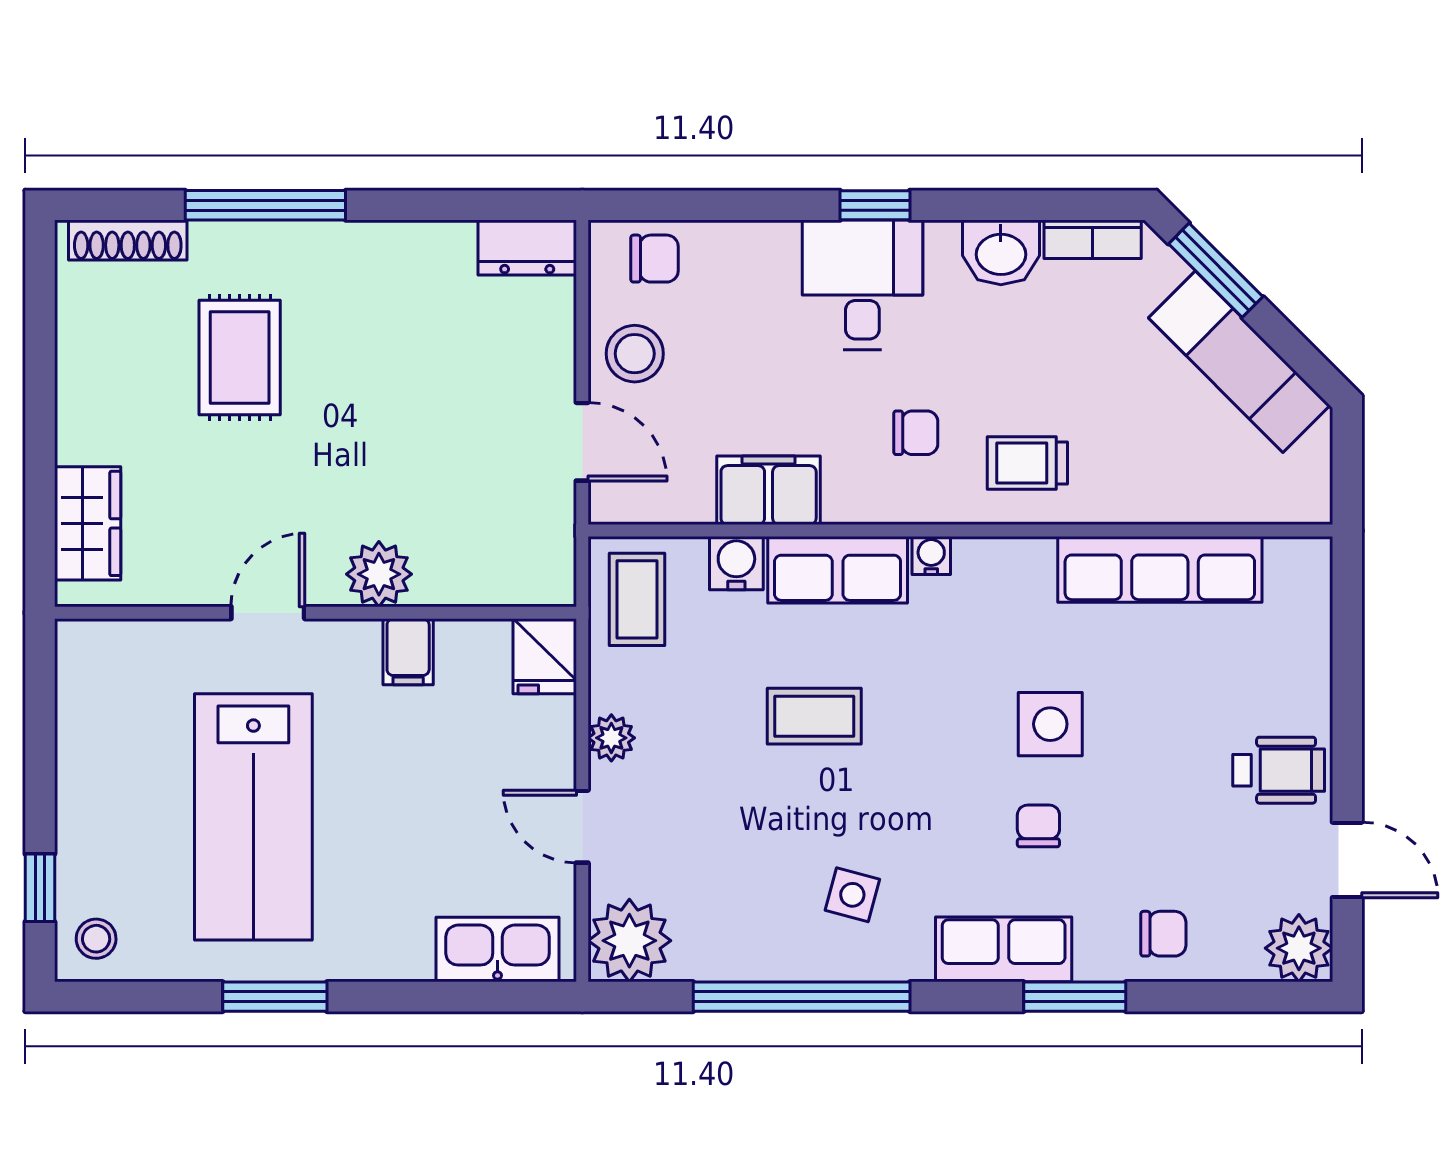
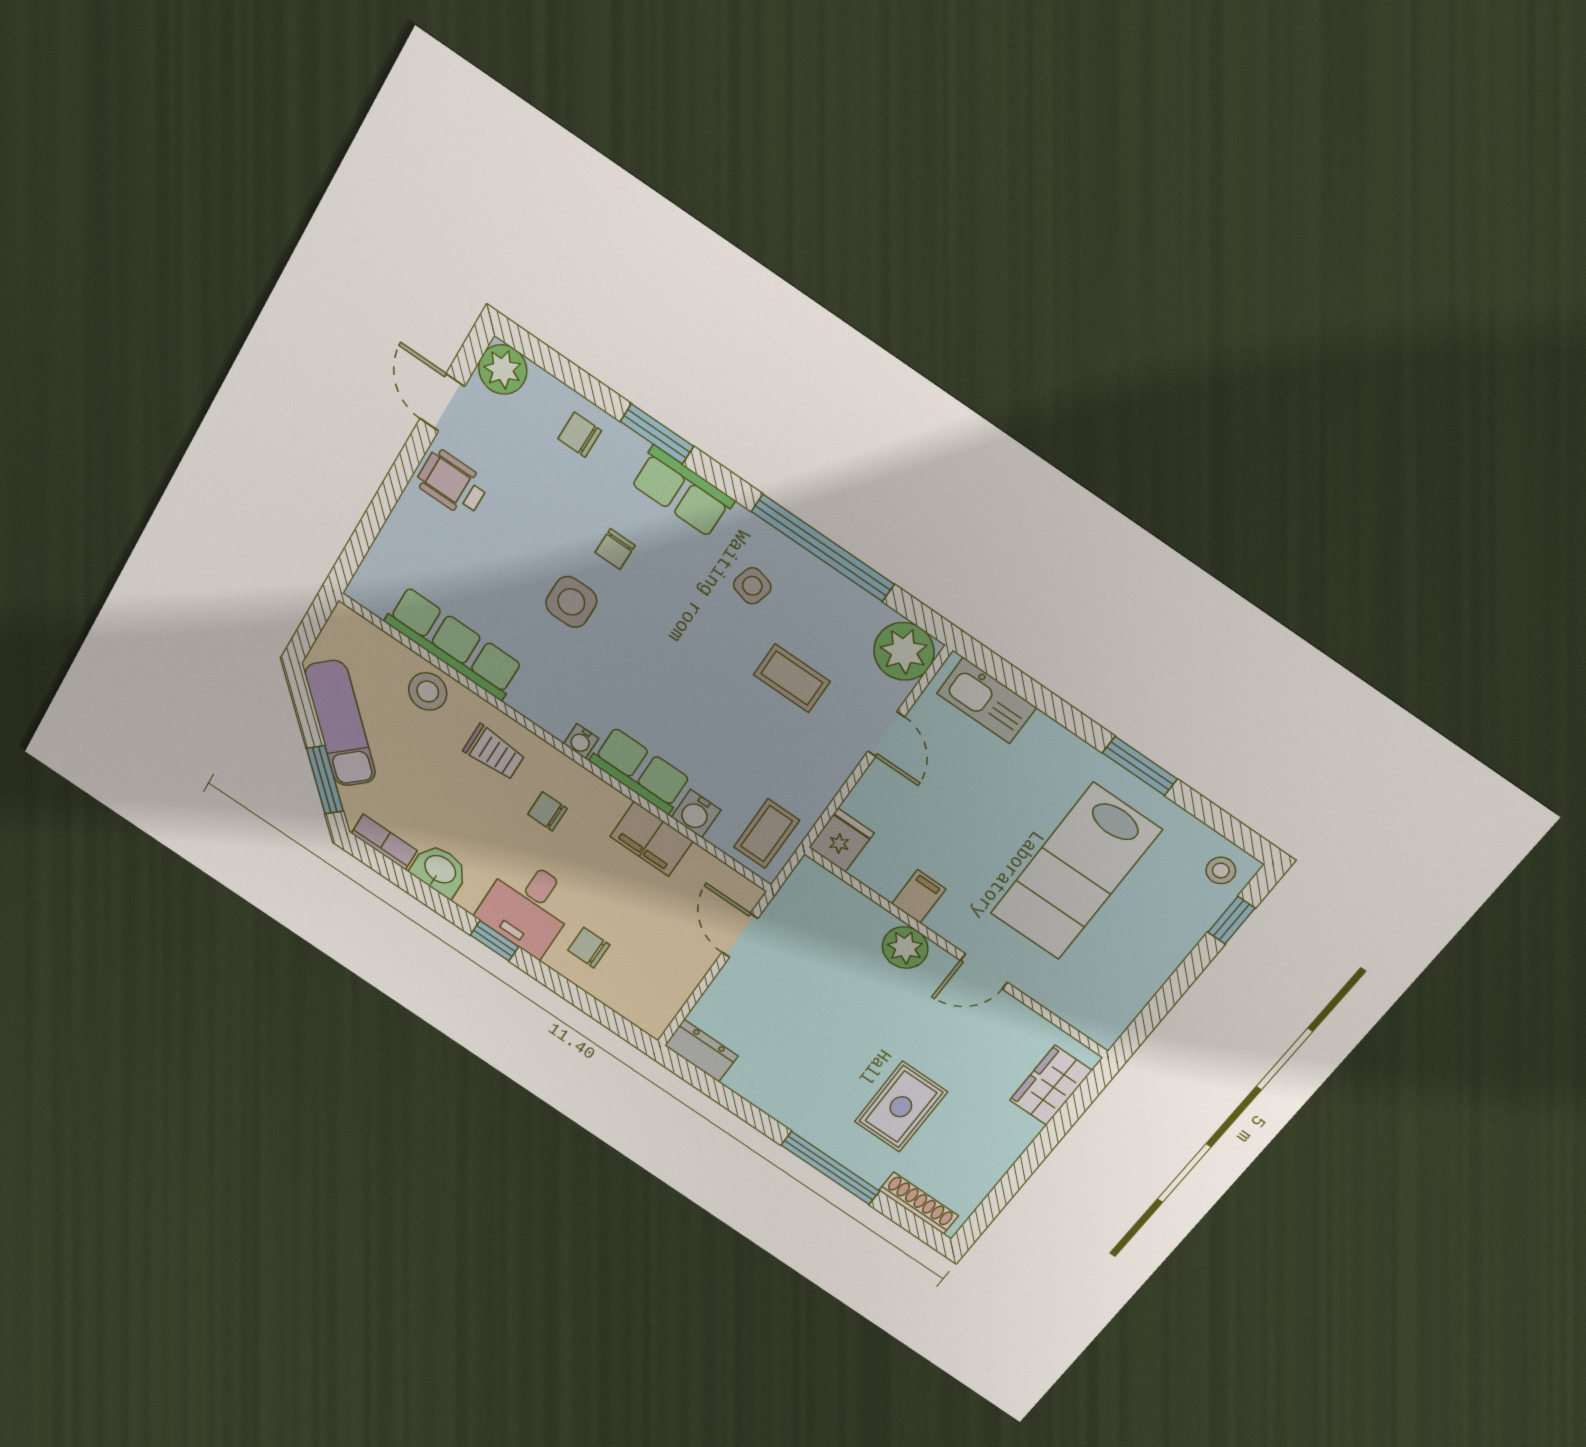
chair: (654, 259) -> (589, 948), moved
stool: (635, 354) -> (428, 691), moved
coffee table: (814, 716) -> (792, 678), moved
plant: (611, 738) -> (834, 770), removed
lab bench: (253, 817) -> (1076, 872), turned 180

